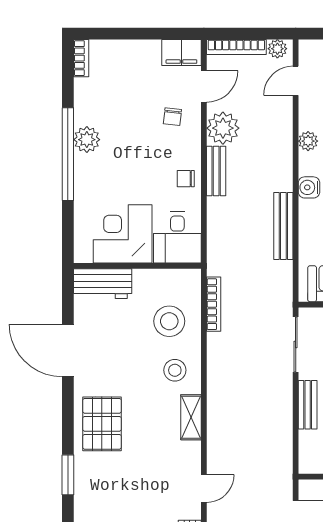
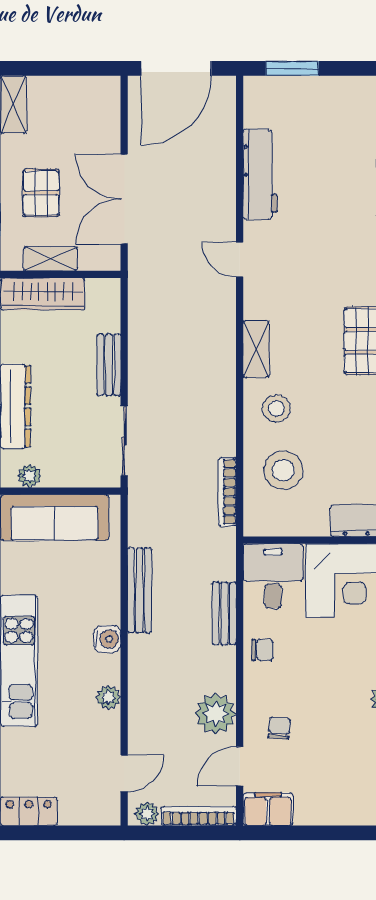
bench: (216, 171) -> (224, 613), moved
door: (204, 488) -> (240, 259), hinge flipped

